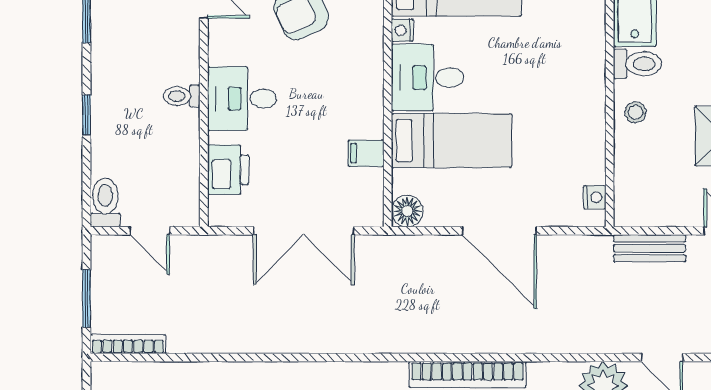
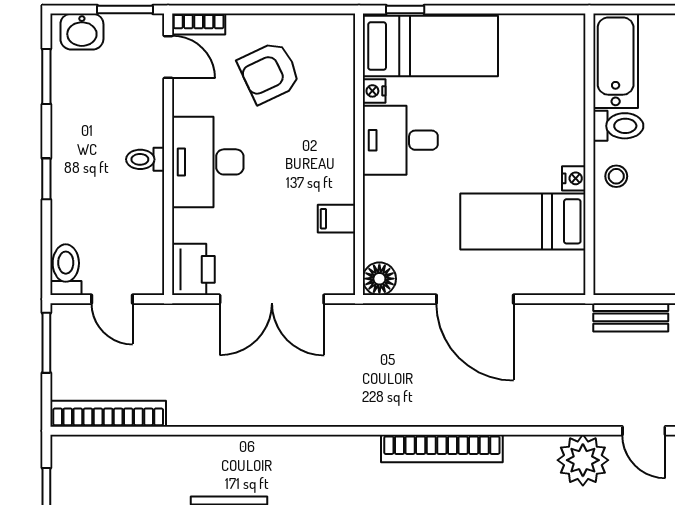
desk: (242, 99) -> (208, 162), width x1.37
bed: (452, 141) -> (523, 221), moved, turned 180
printer: (228, 170) -> (193, 269), moved
nightstand: (595, 197) -> (574, 178), moved
window: (87, 298) -> (46, 343), moved
bookcase: (128, 344) -> (108, 414), width x1.48, depth x1.31

